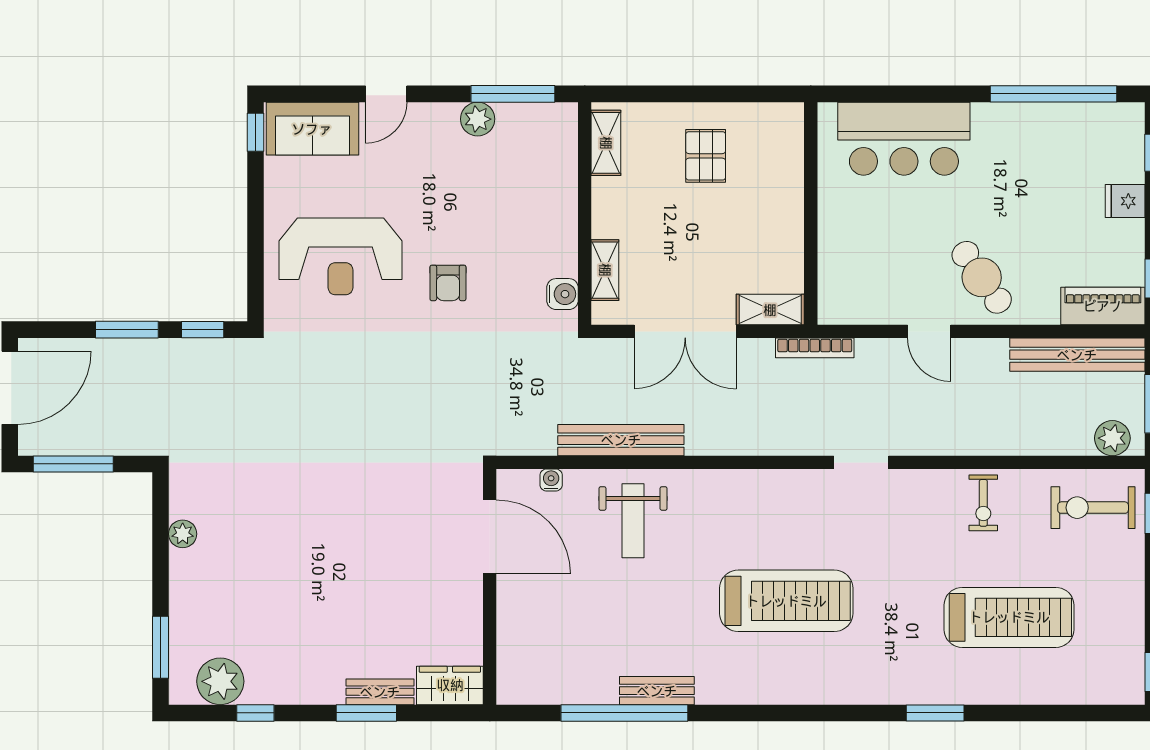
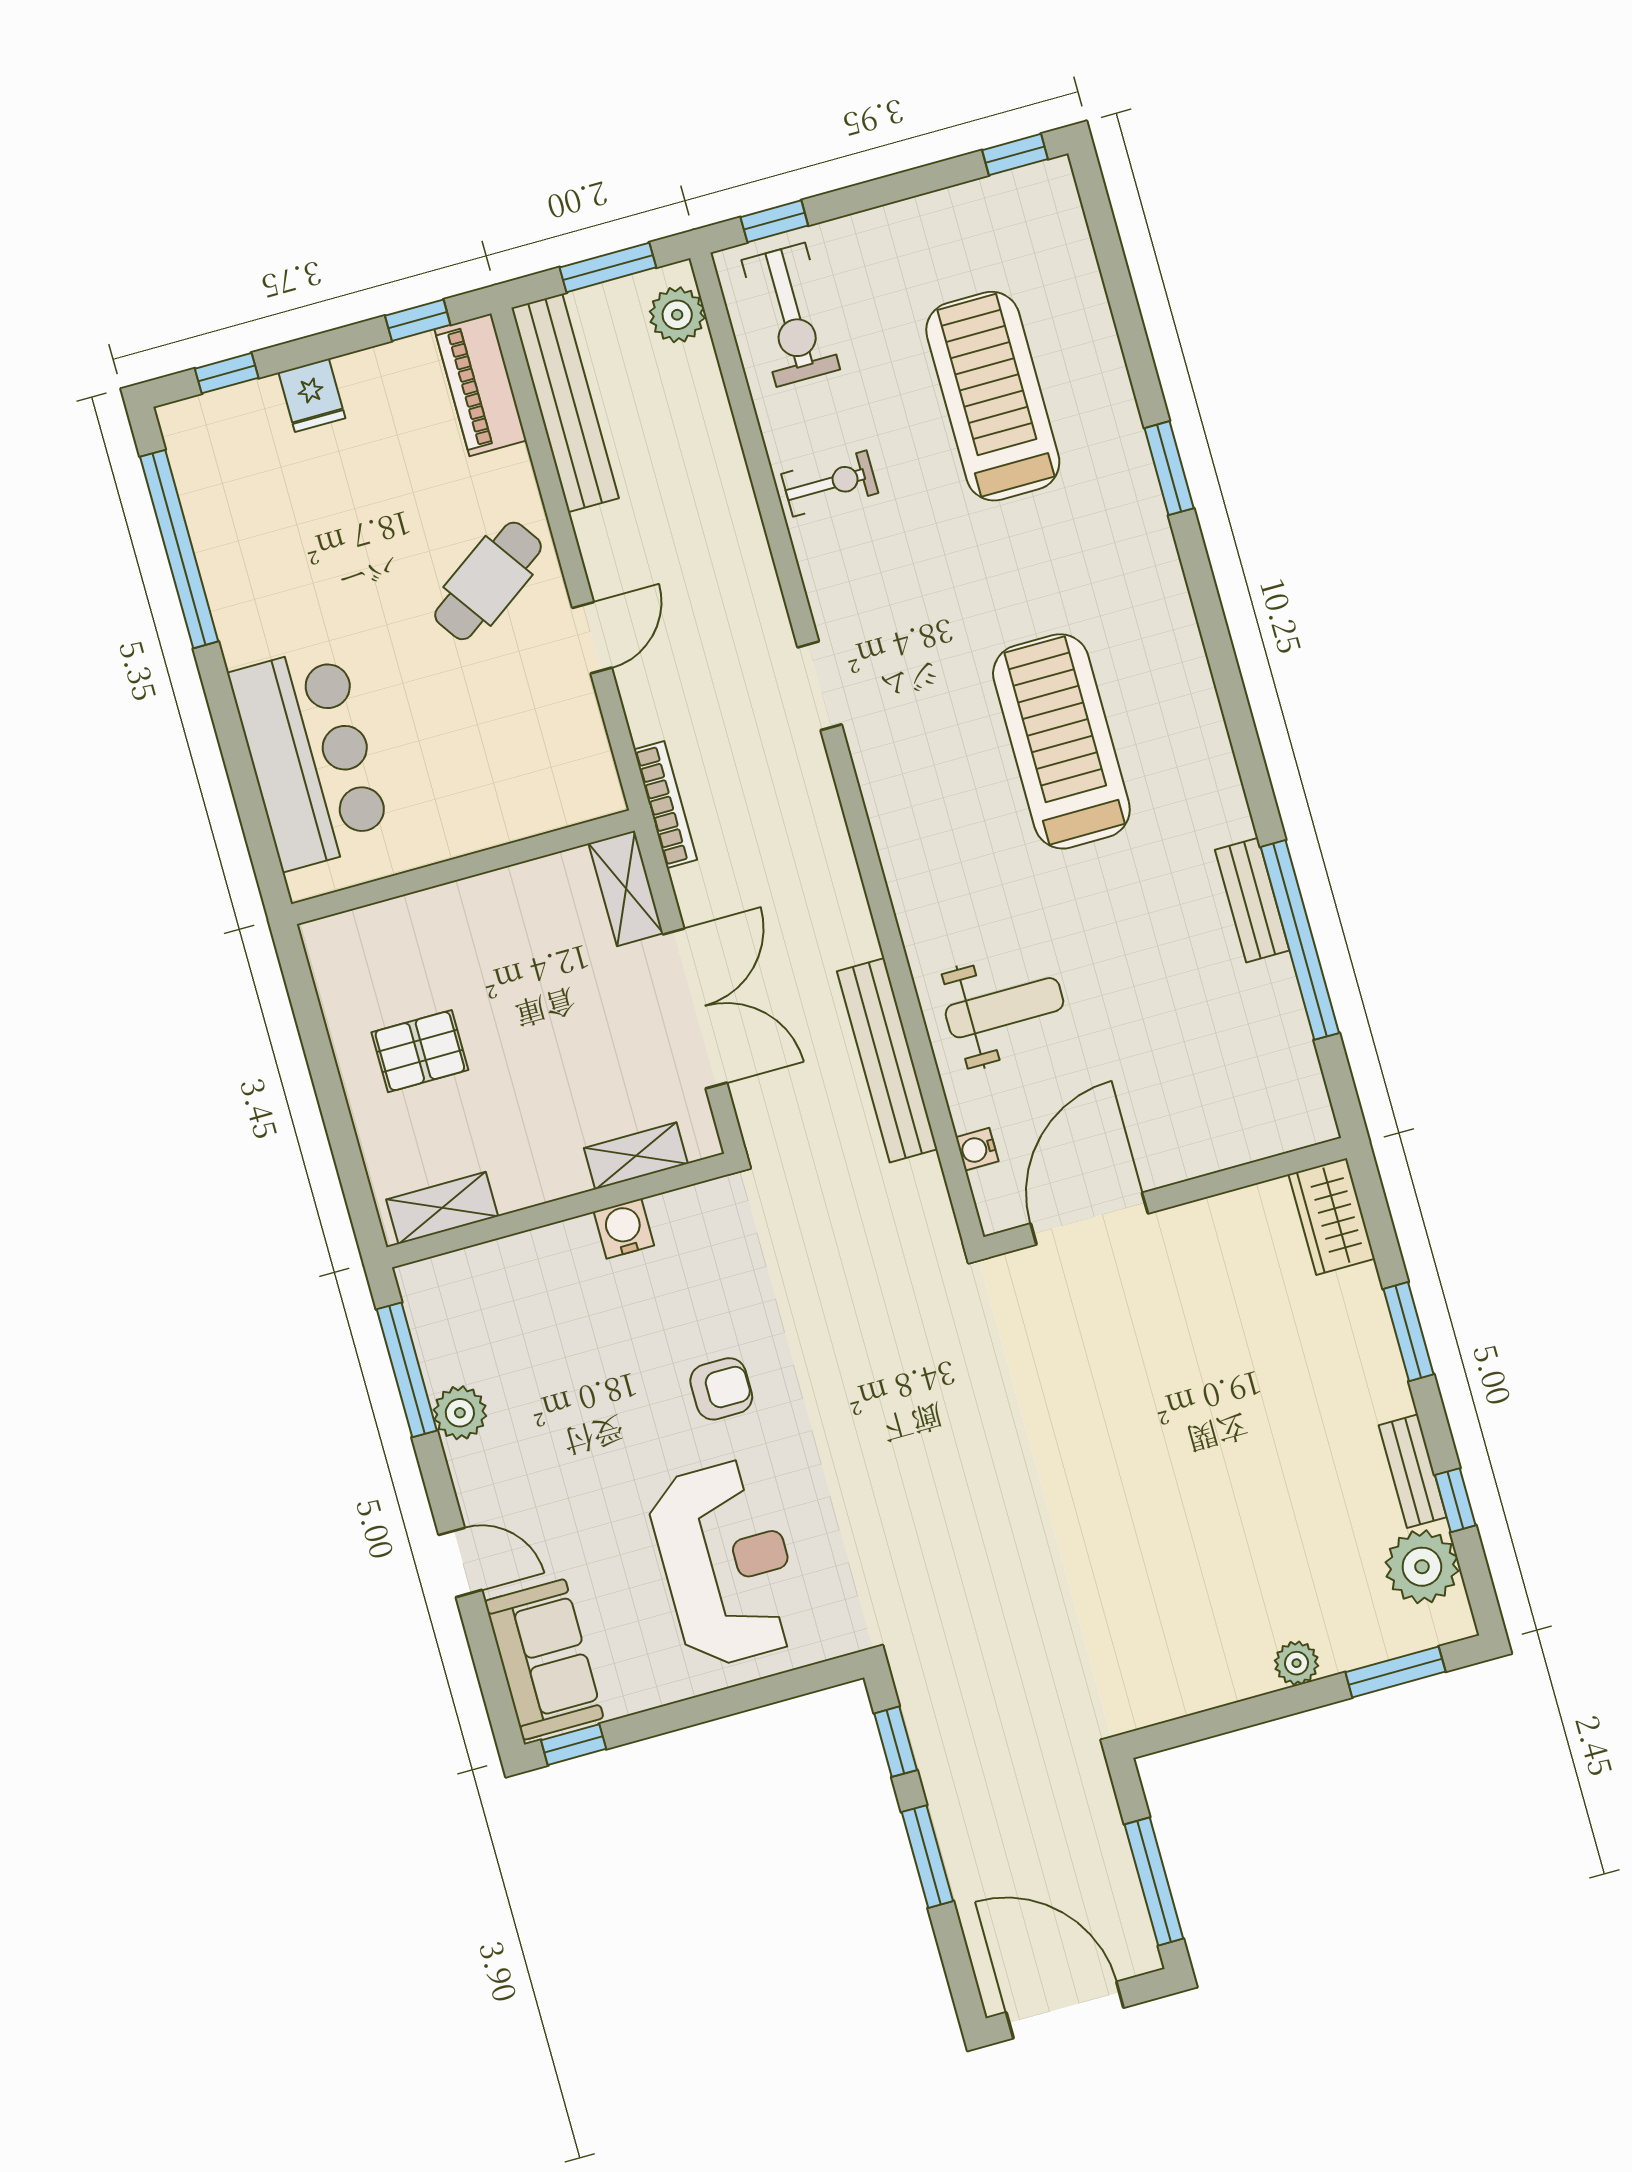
water cooler: (562, 294) -> (624, 1229), moved
plant: (183, 534) -> (1296, 1663), moved
bench: (380, 692) -> (1413, 1471), moved

